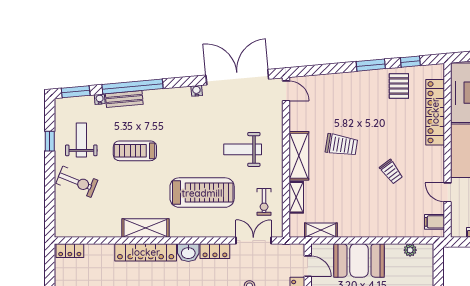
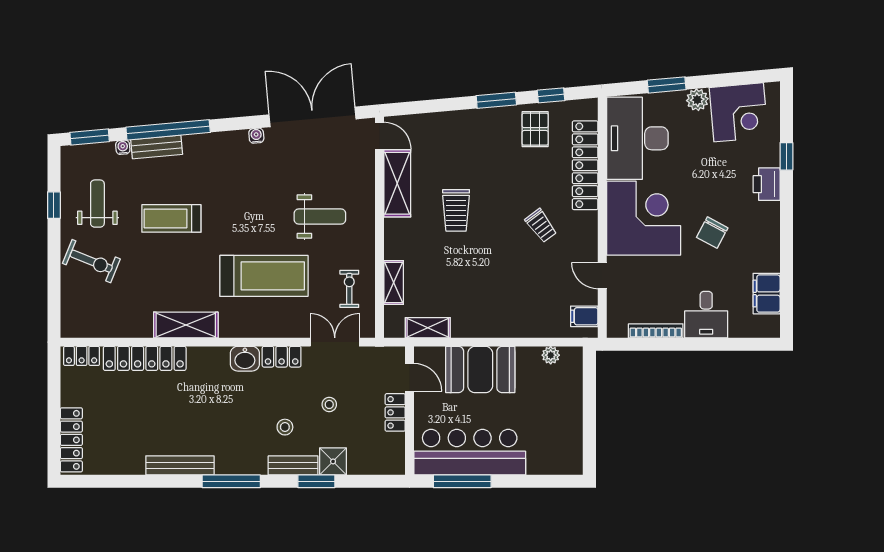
trolley: (341, 145) -> (456, 210), turned 81
weight bench: (243, 149) -> (320, 217), turned 180
shelving: (299, 156) -> (397, 183), moved
trolley: (391, 172) -> (541, 226), moved
exercise bike: (264, 202) -> (349, 289), turned 180
locker: (146, 252) -> (145, 358), moved

